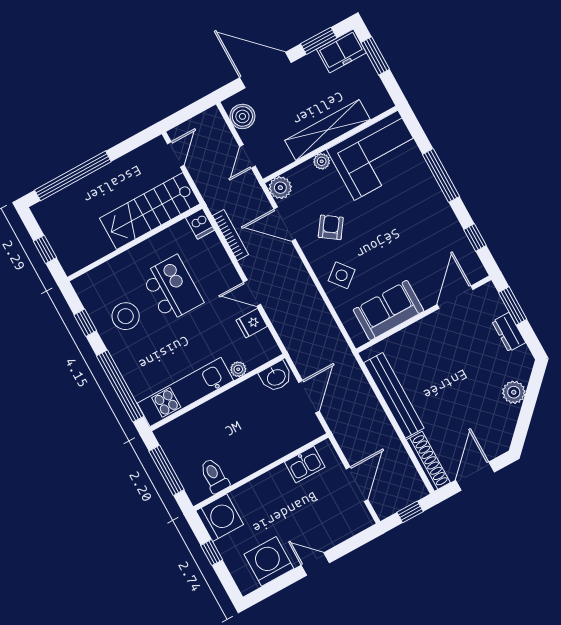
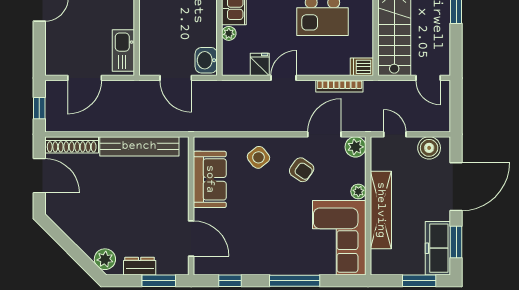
freezer: (341, 51) -> (438, 248), width x1.40
plant: (514, 392) -> (105, 259), moved
kitchen sink: (305, 465) -> (123, 50), width x1.38
door: (357, 484) -> (85, 78), hinge flipped

